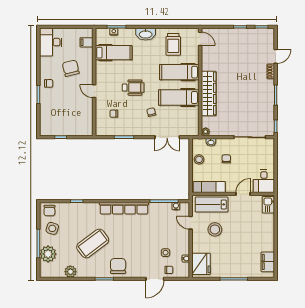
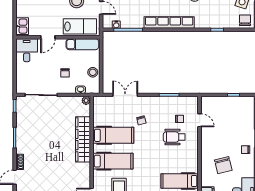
wheelchair: (133, 88) -> (174, 137), moved
door: (94, 91) -> (200, 120), moved

